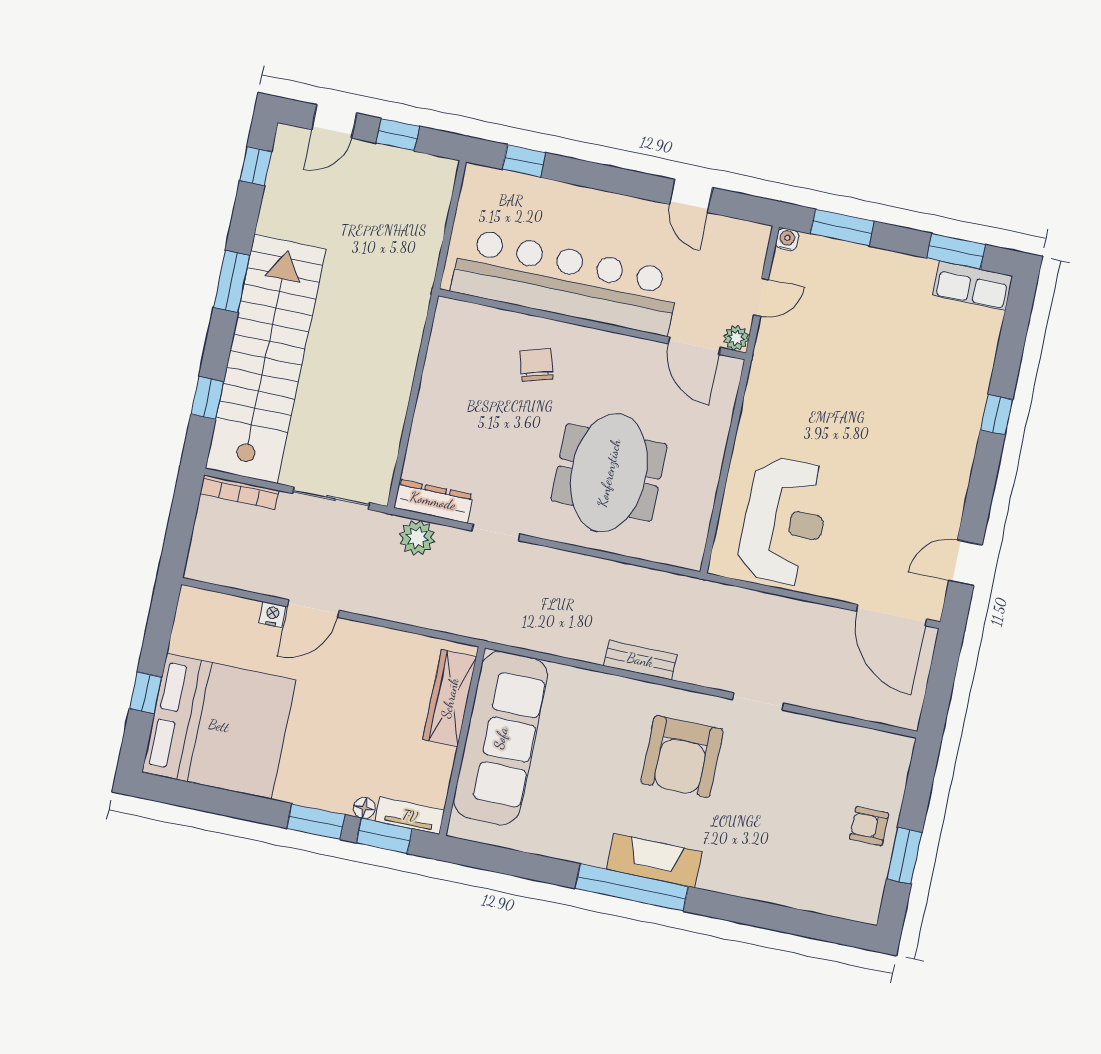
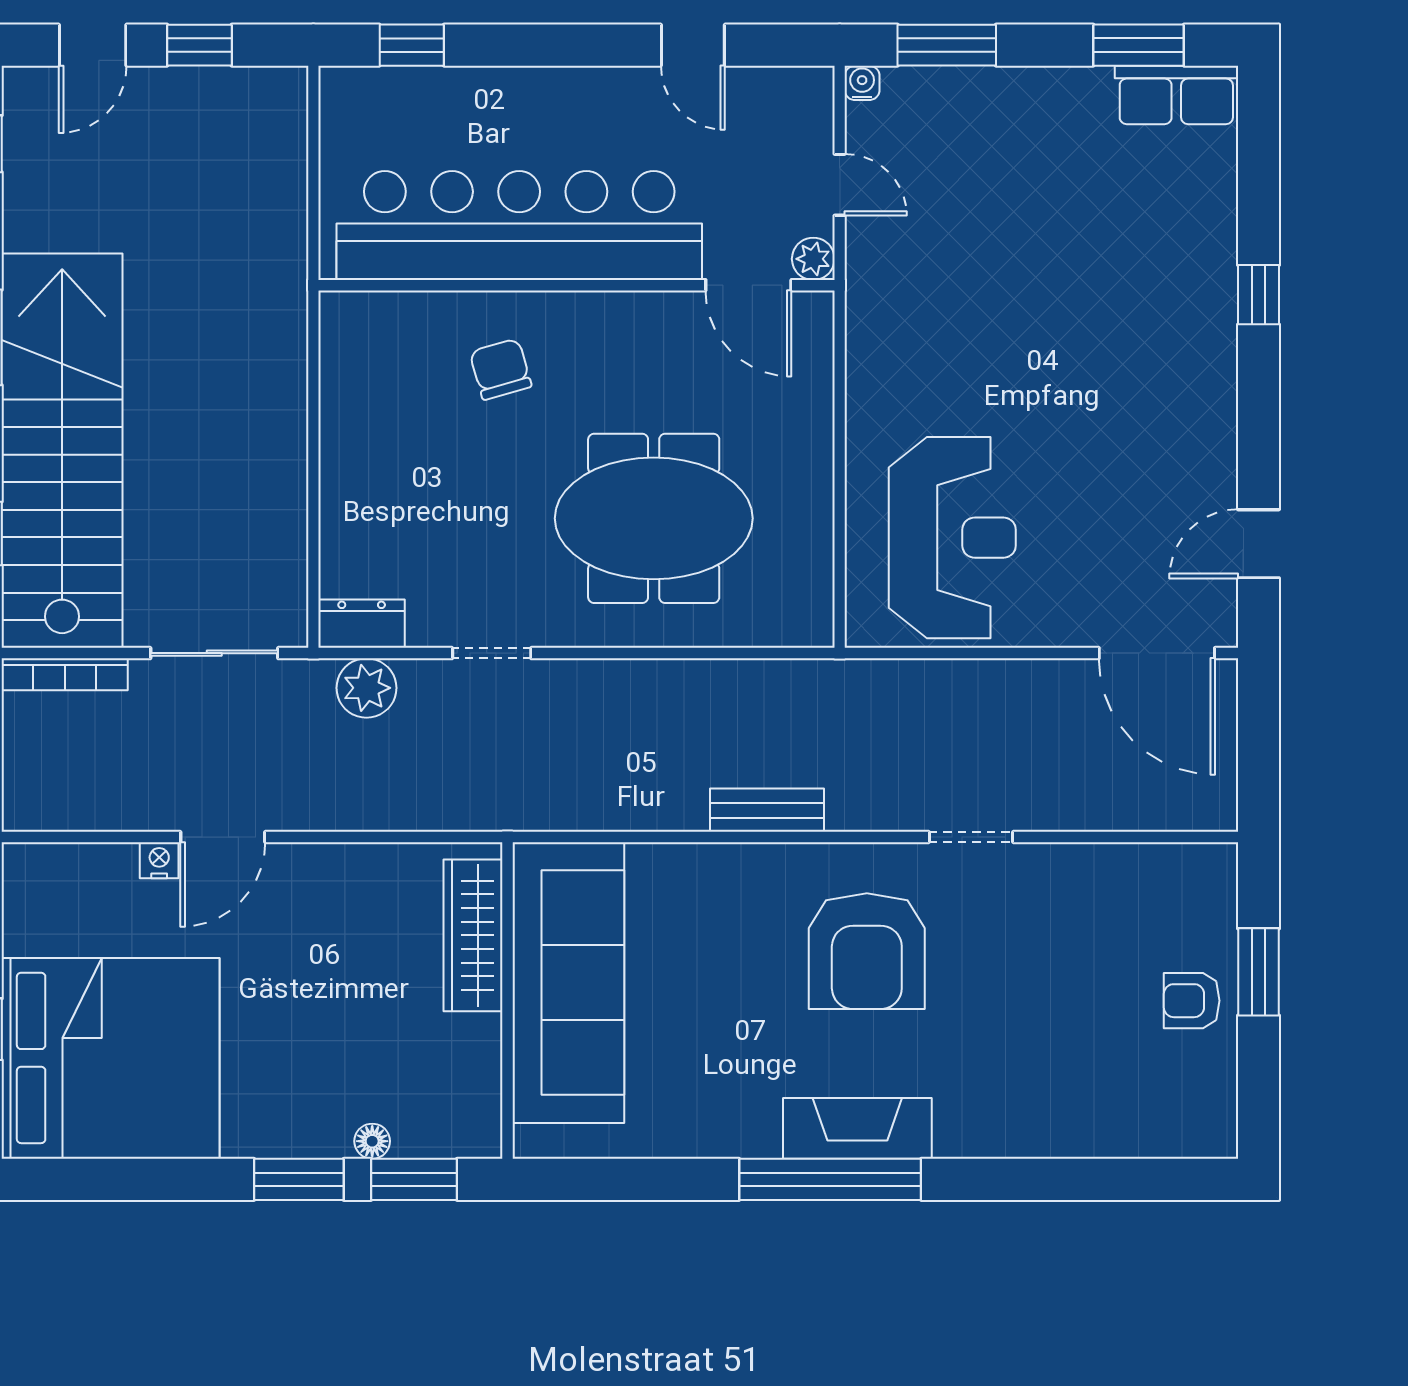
door: (761, 297) -> (840, 185), hinge flipped
meeting table: (609, 473) -> (654, 518), turned 90
dresser: (433, 501) -> (362, 624), width x0.70
tv unit: (410, 816) -> (448, 1138), removed
window: (904, 856) -> (1259, 972), moved

